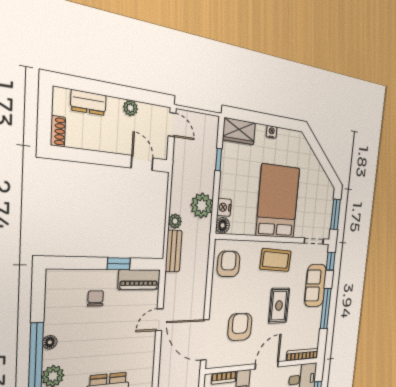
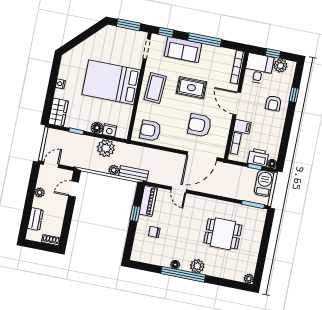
floor lamp: (223, 225) -> (97, 128), moved

